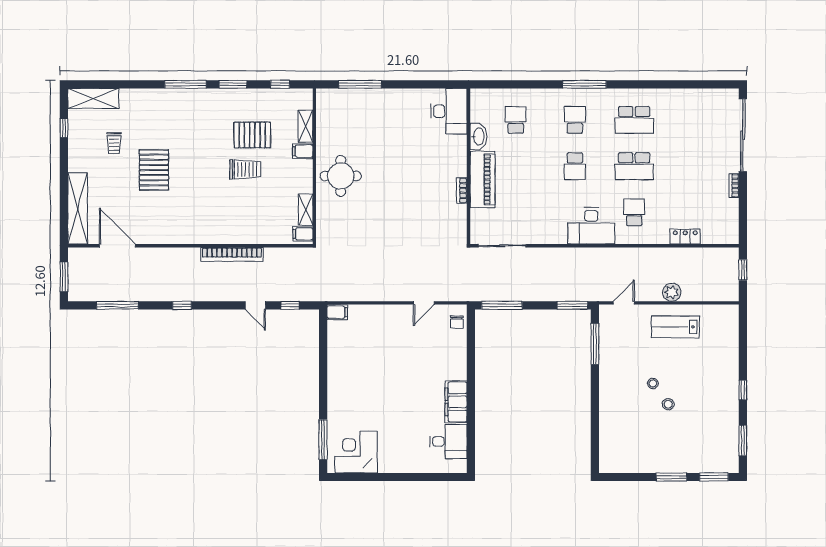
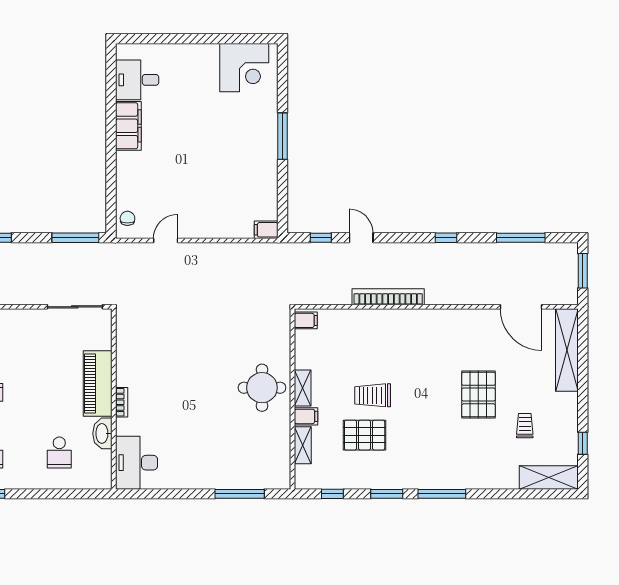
bookcase: (462, 190) -> (122, 402), moved
shelving: (306, 210) -> (303, 388), moved
window: (323, 440) -> (282, 136), moved

